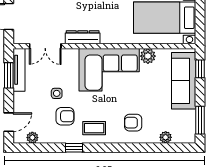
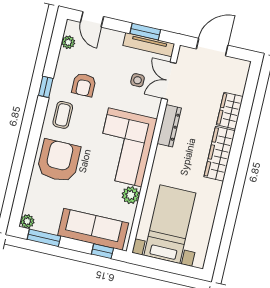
side table: (57, 93) -> (138, 80), moved
armchair: (133, 123) -> (59, 161), width x1.88, depth x1.88
plant: (166, 137) -> (27, 221), moved

